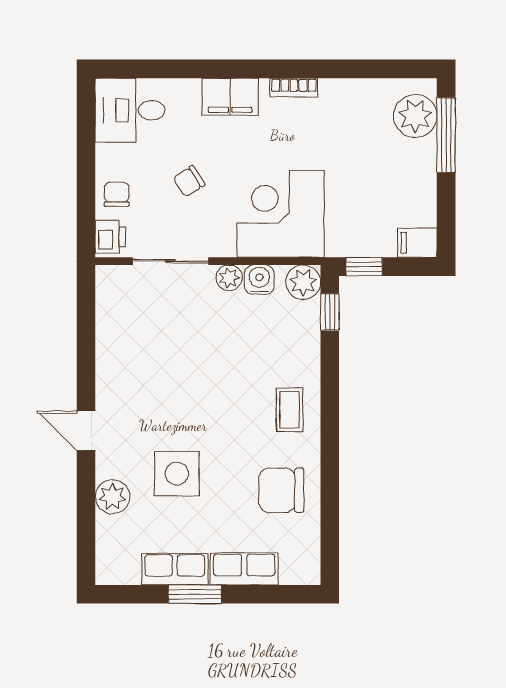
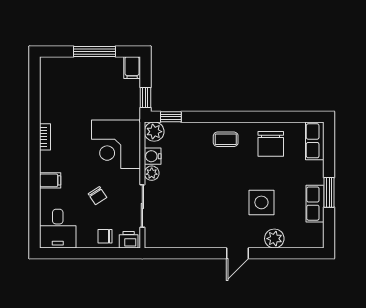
filing cabinet: (230, 97) -> (50, 180), width x0.50
plant: (415, 116) -> (61, 69), removed
window: (446, 135) -> (95, 51), moved
row of seats: (244, 569) -> (315, 141), moved

